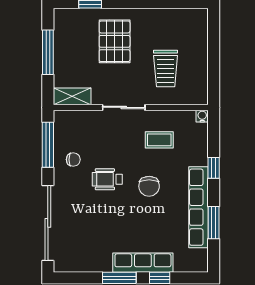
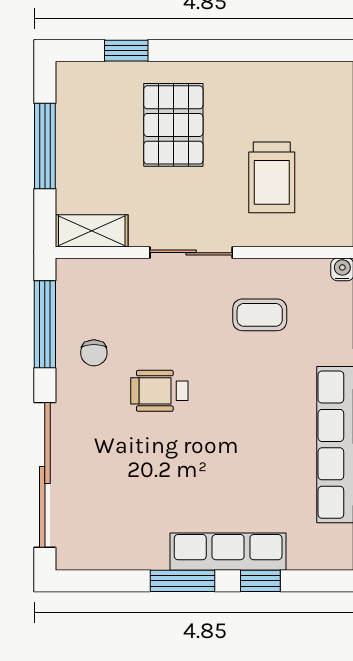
chair: (73, 160) -> (94, 353), turned 90
chair: (149, 186) -> (240, 404), removed

